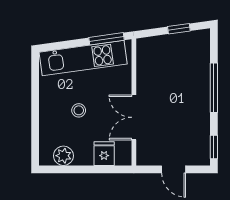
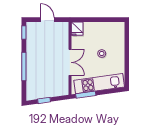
double door: (134, 117) -> (70, 62), moved
fridge: (104, 154) -> (77, 29), moved
plant: (63, 156) -> (110, 27), removed

